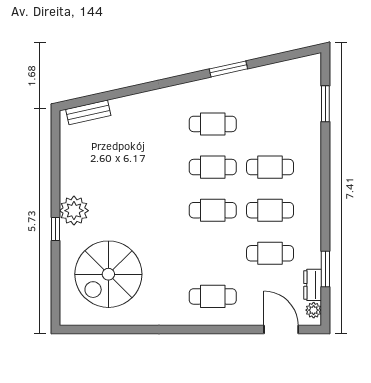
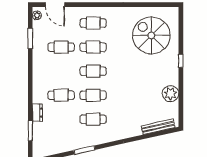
bench: (88, 112) -> (158, 127), width x1.36
cafe table: (270, 210) -> (93, 47), moved
plant: (74, 211) -> (171, 94), moved
spiral stairs: (108, 274) -> (151, 35), turned -90
dresser: (313, 285) -> (37, 113), moved

